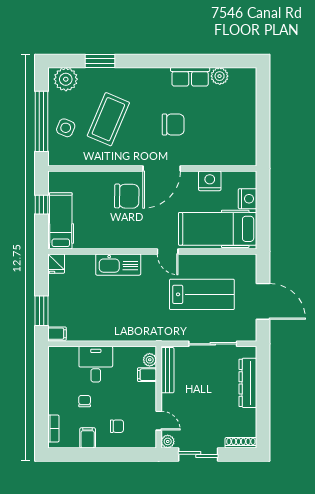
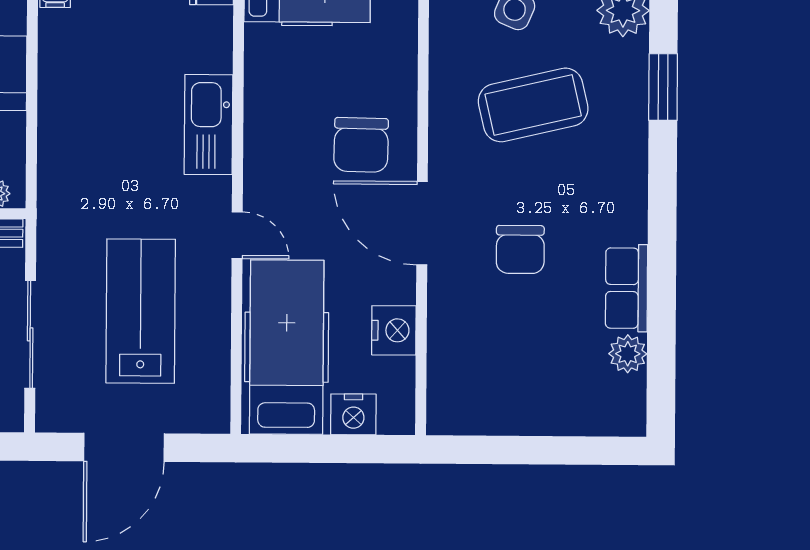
coffee table: (108, 119) -> (533, 105), turned -36
door: (168, 251) -> (237, 235), swing flipped
lab bench: (202, 294) -> (141, 311), turned 180

